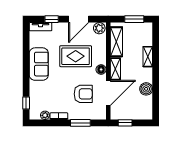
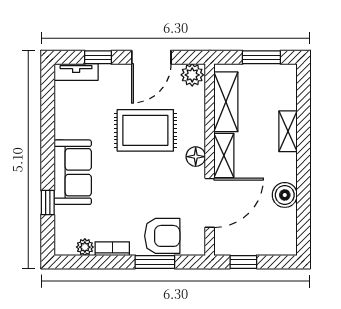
sofa: (39, 64) -> (73, 172), moved
armchair: (83, 94) -> (162, 236), moved
window: (26, 103) -> (48, 202), moved

